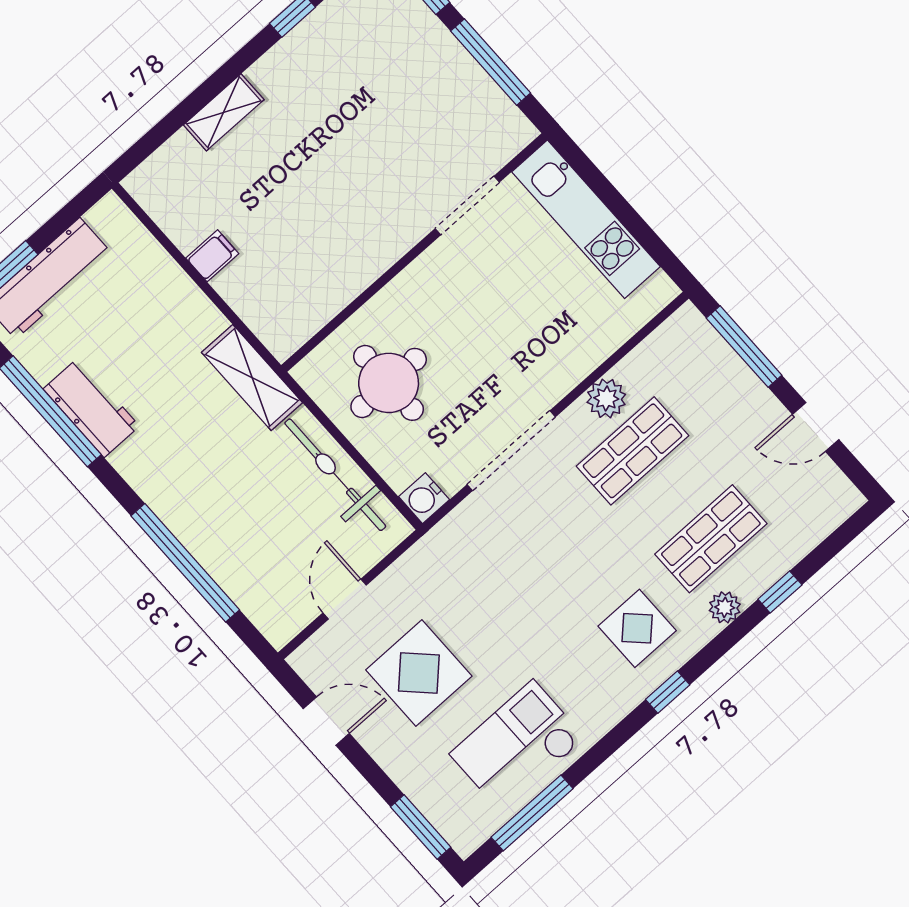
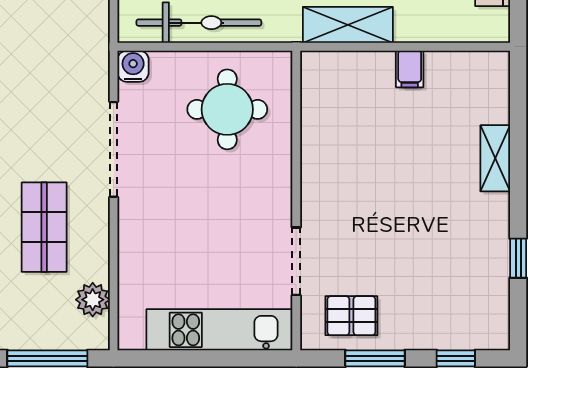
window: (490, 62) -> (375, 358), width x0.69
pallet: (472, 115) -> (351, 316), added
shelving: (252, 377) -> (348, 25), moved
plant: (606, 398) -> (93, 300), moved

